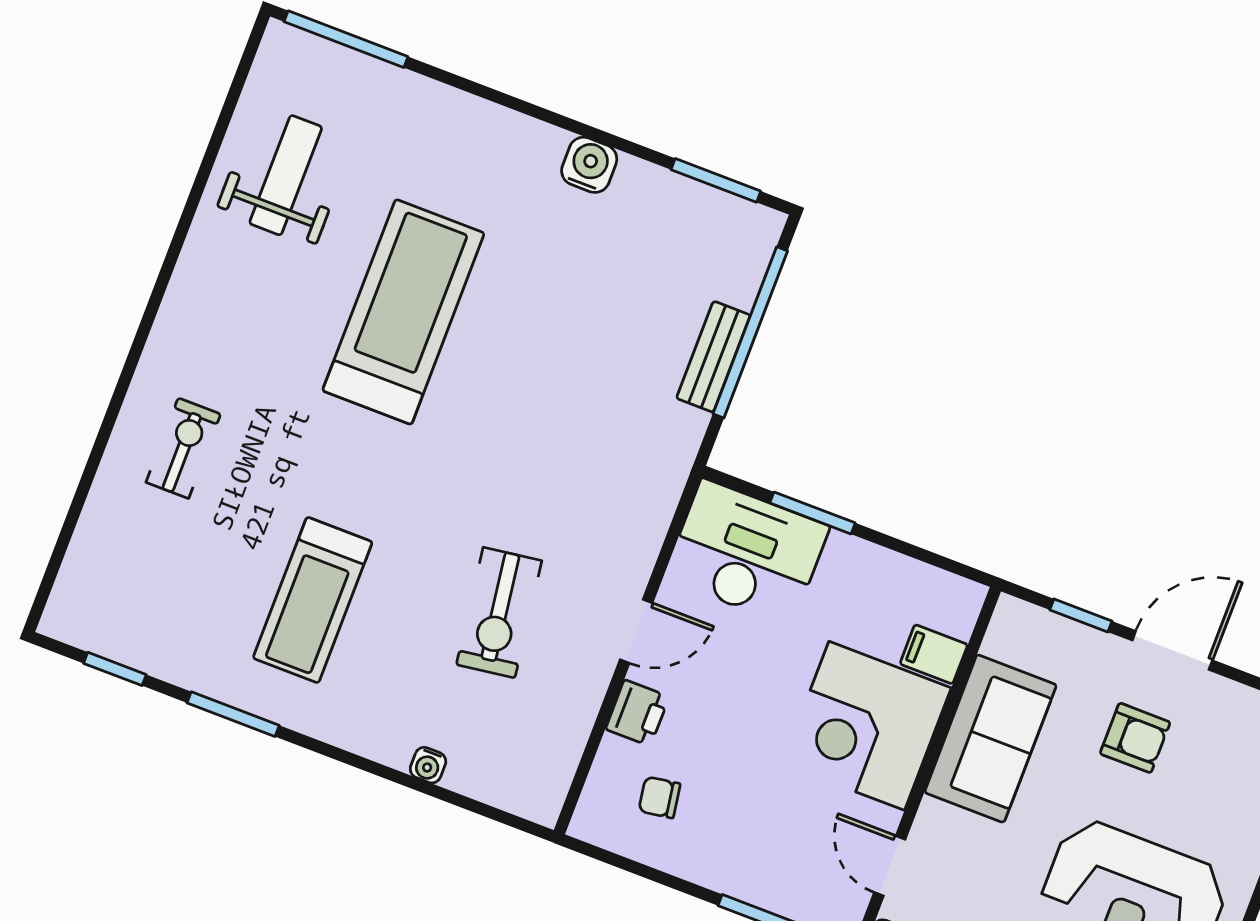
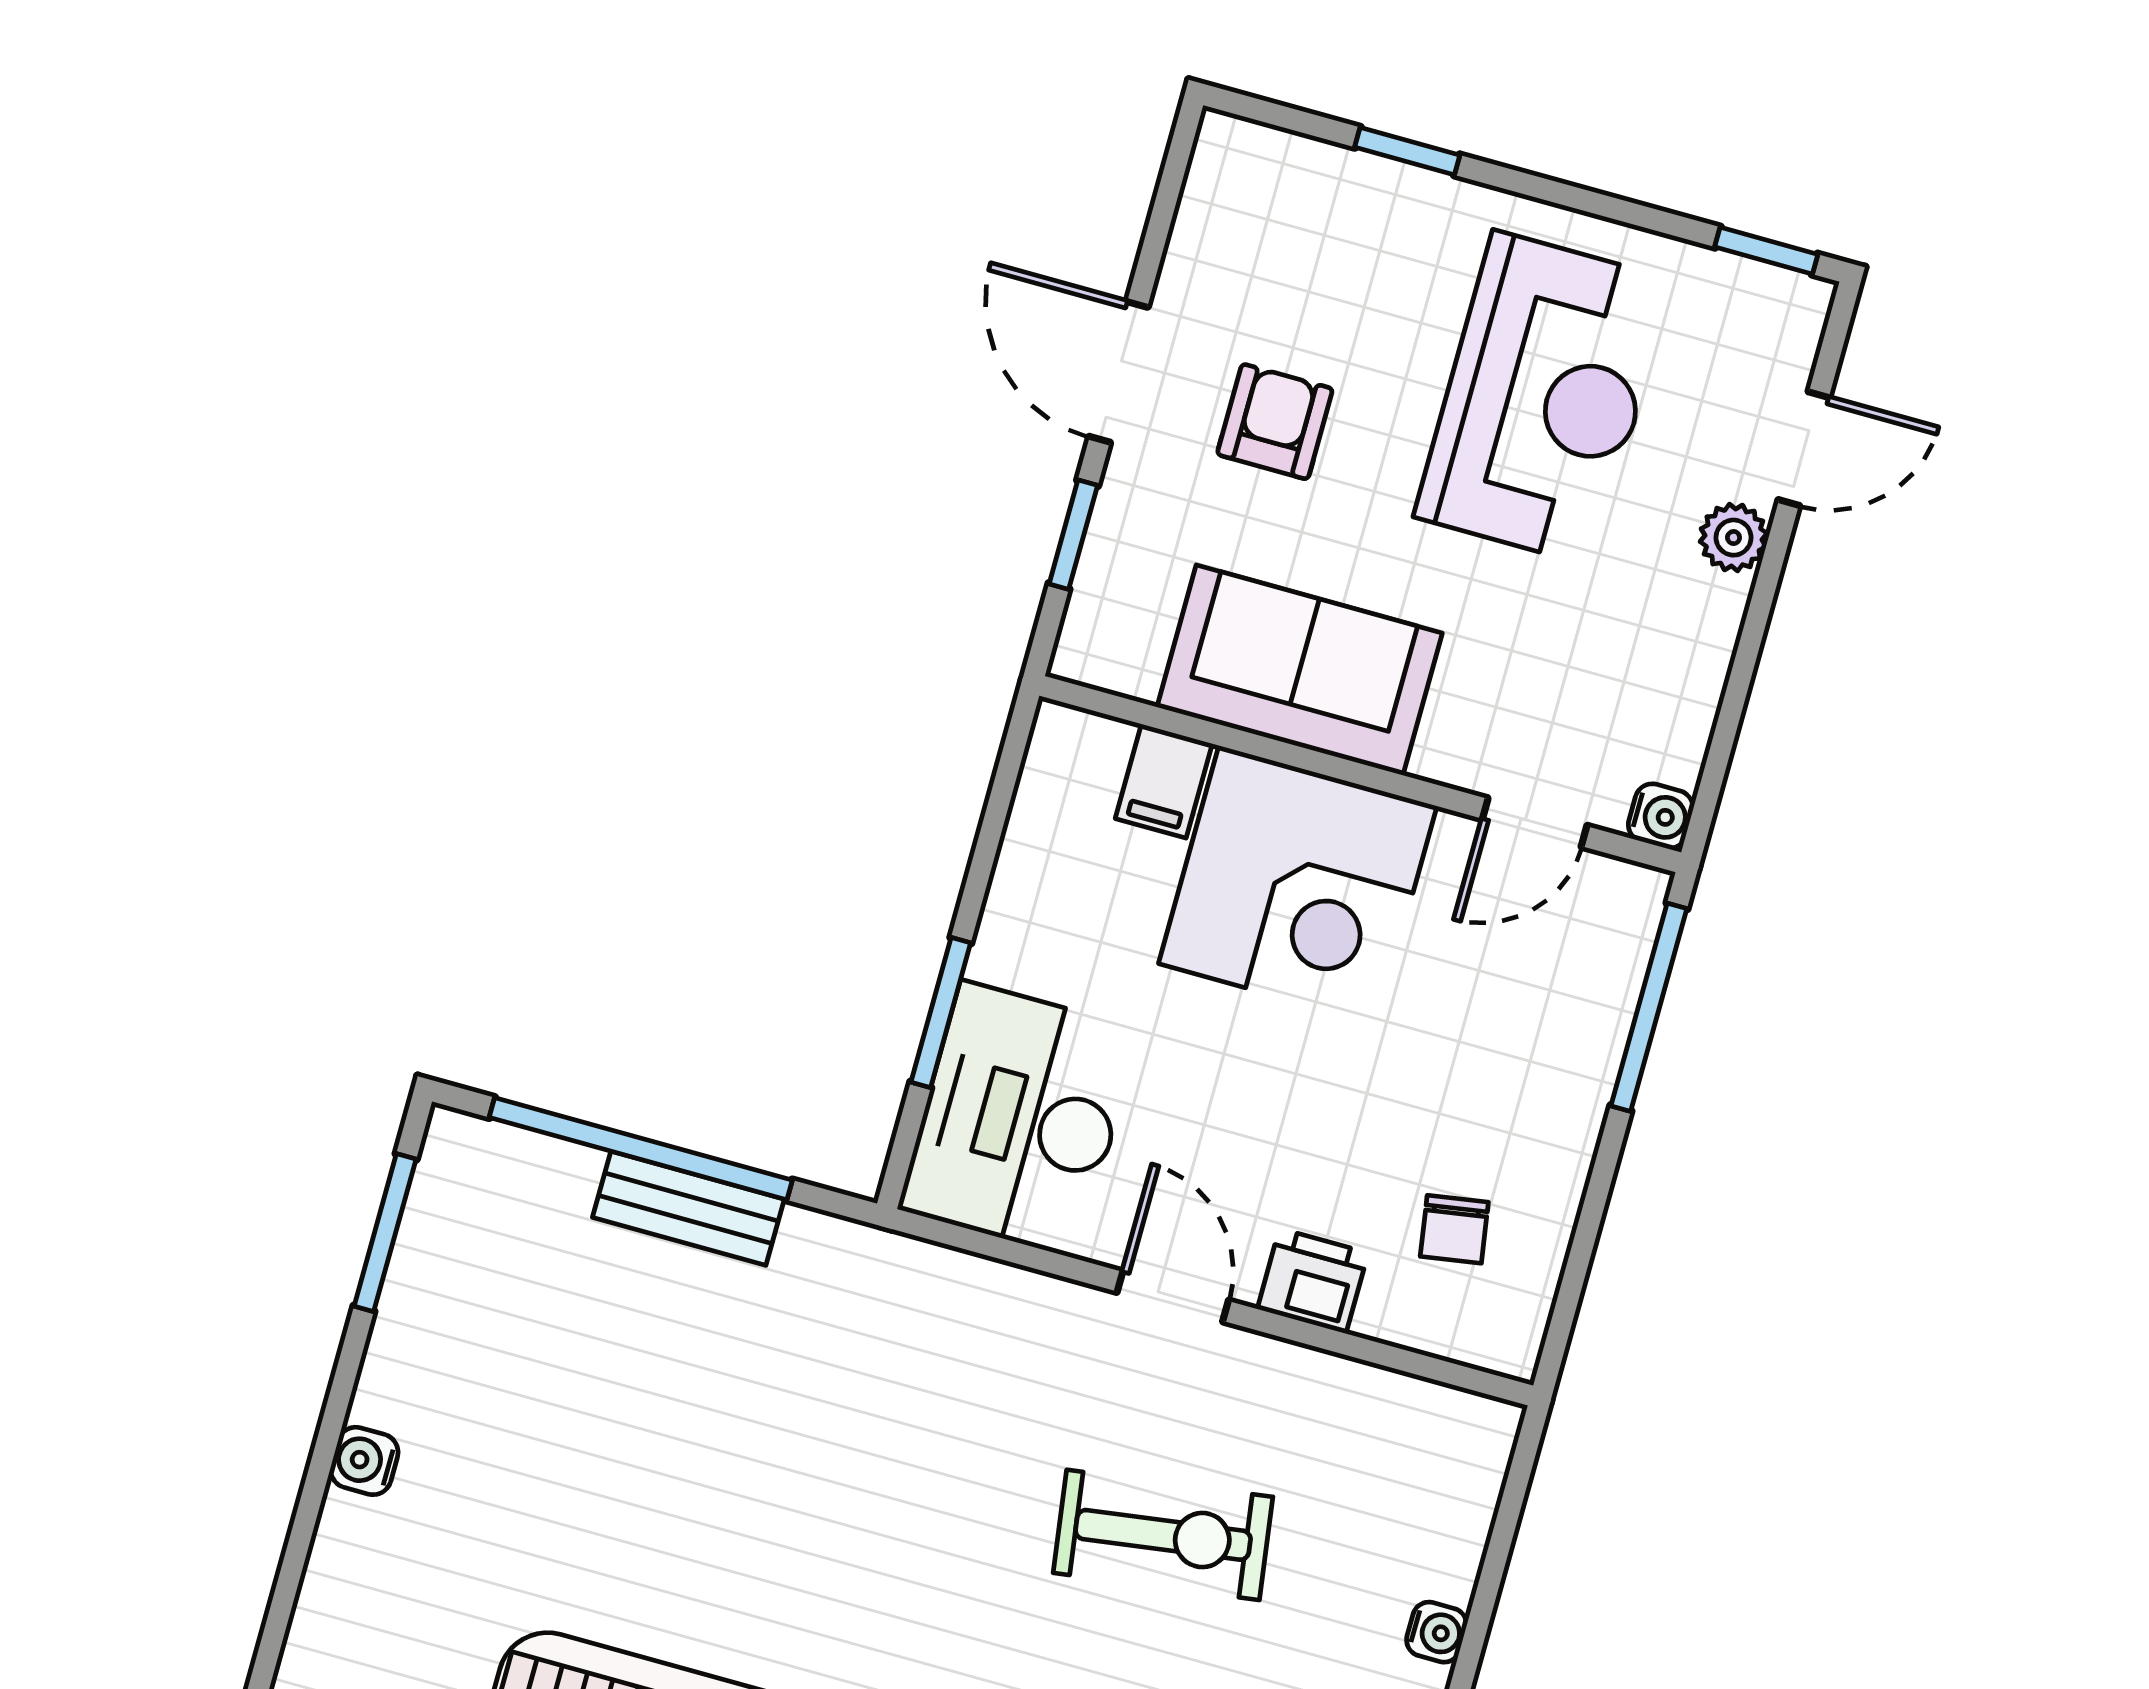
water cooler: (589, 165) -> (364, 1461), width x0.72, depth x0.72

